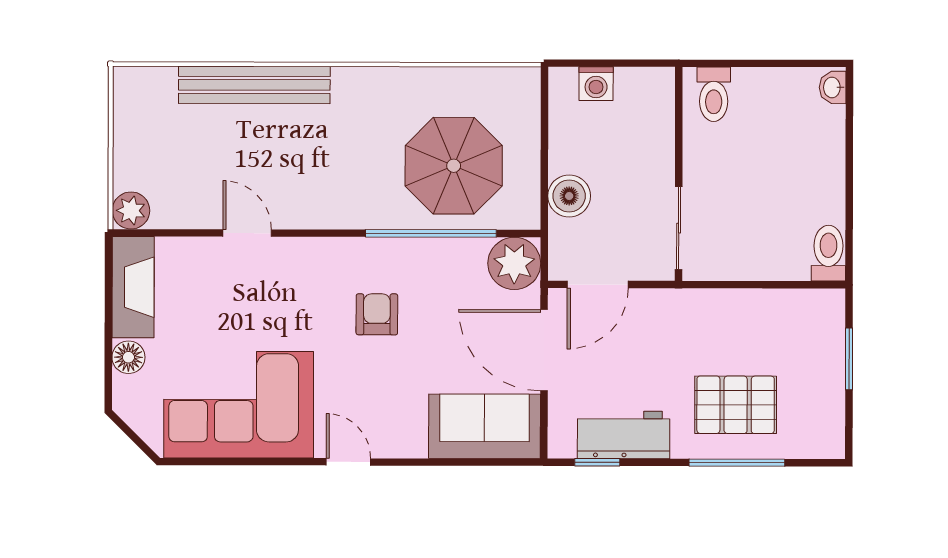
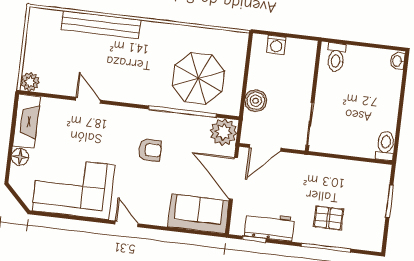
armchair: (377, 314) -> (150, 150), turned 90
pallet: (736, 405) -> (329, 218), width x0.67, depth x0.71

